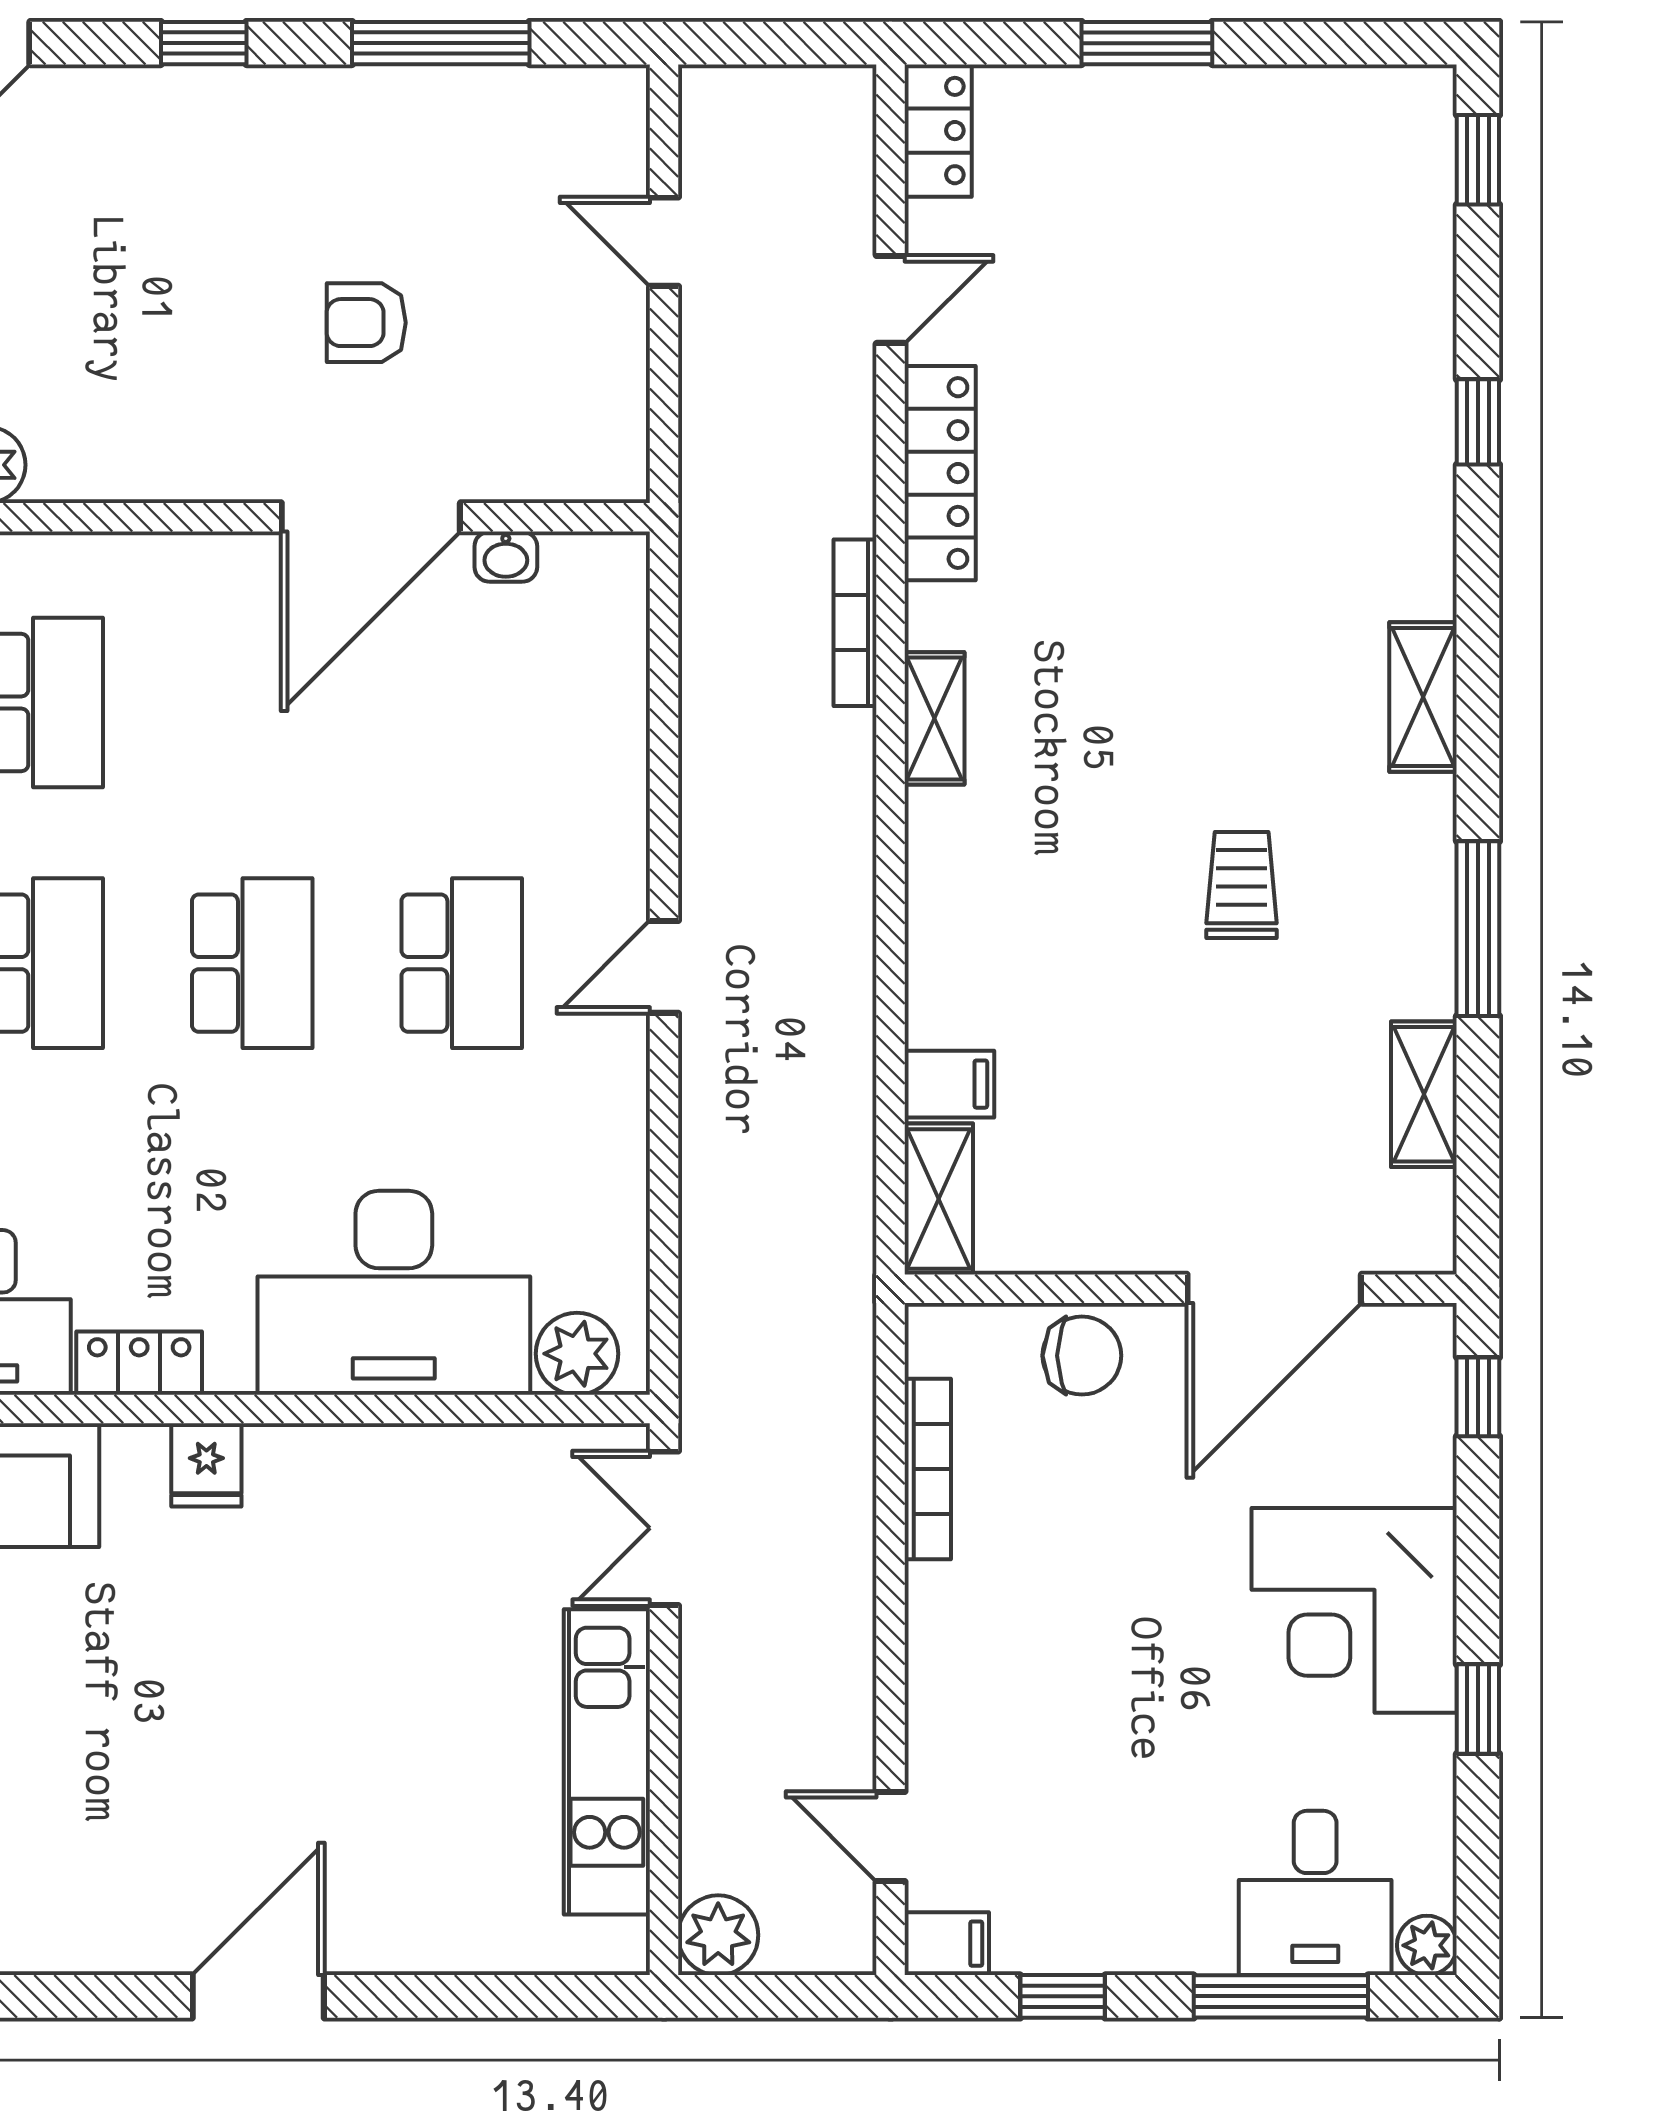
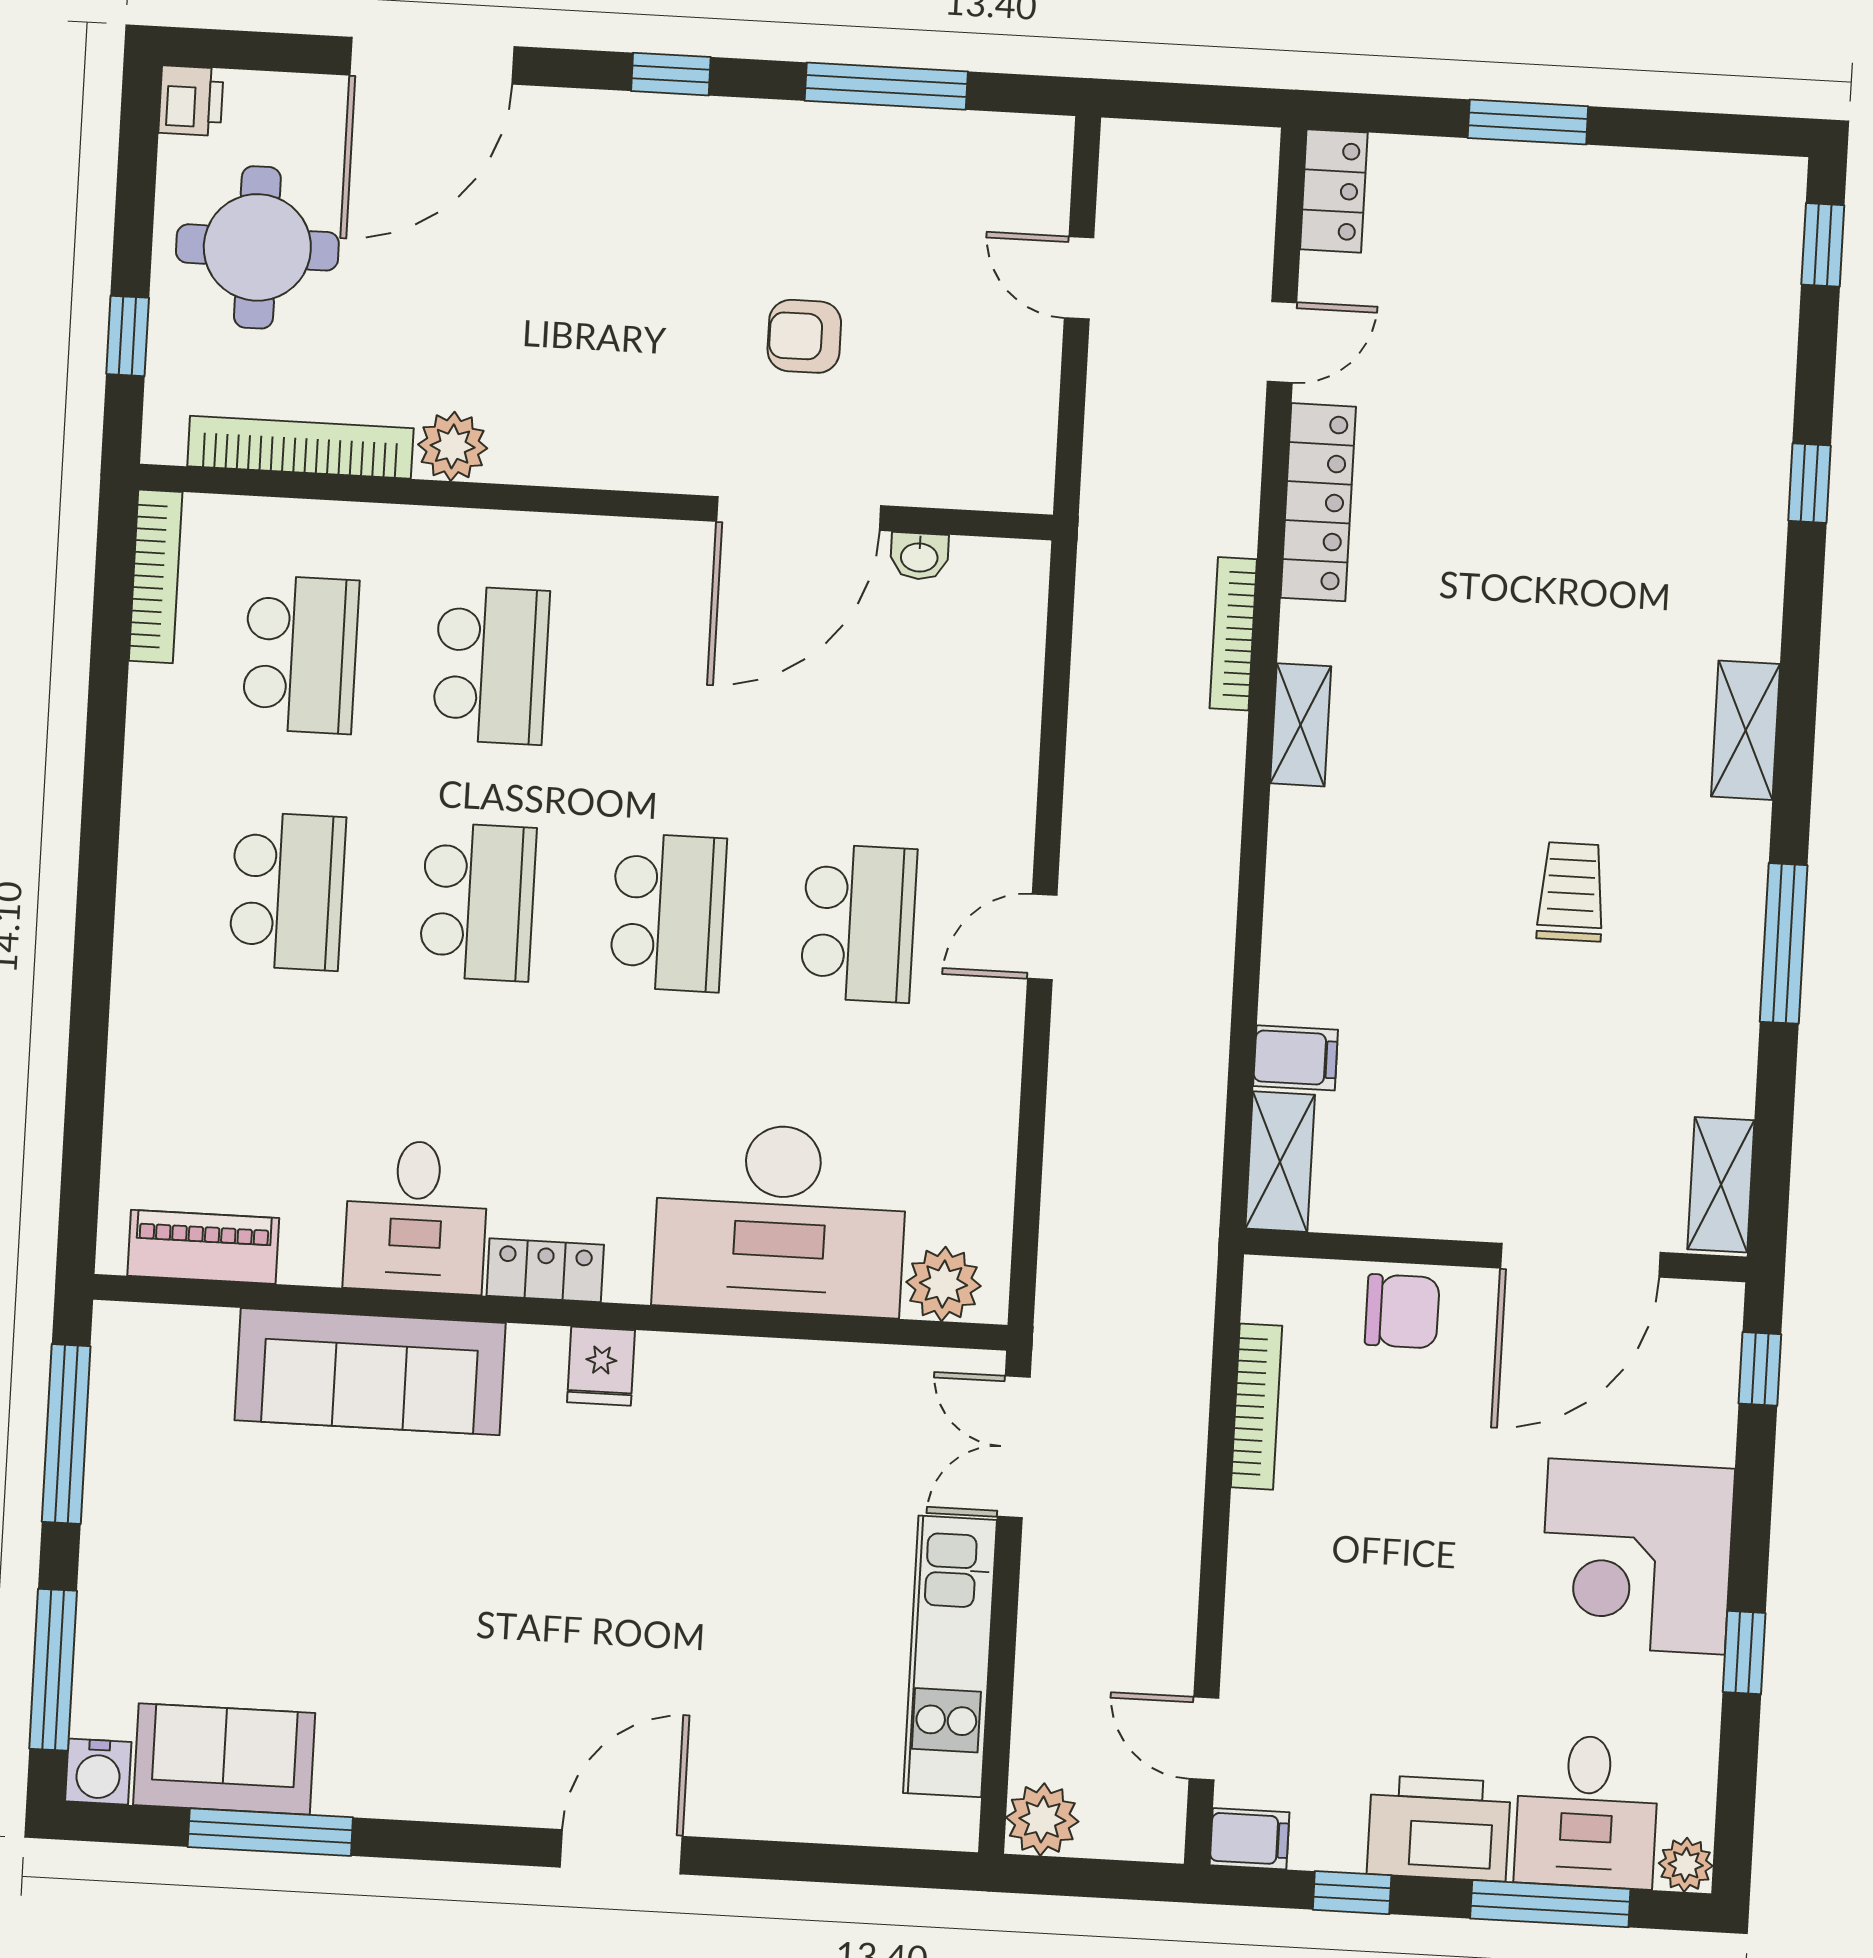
shelving: (1424, 1094) -> (1721, 1185), moved
printer: (1154, 1920) -> (1439, 1828), added

